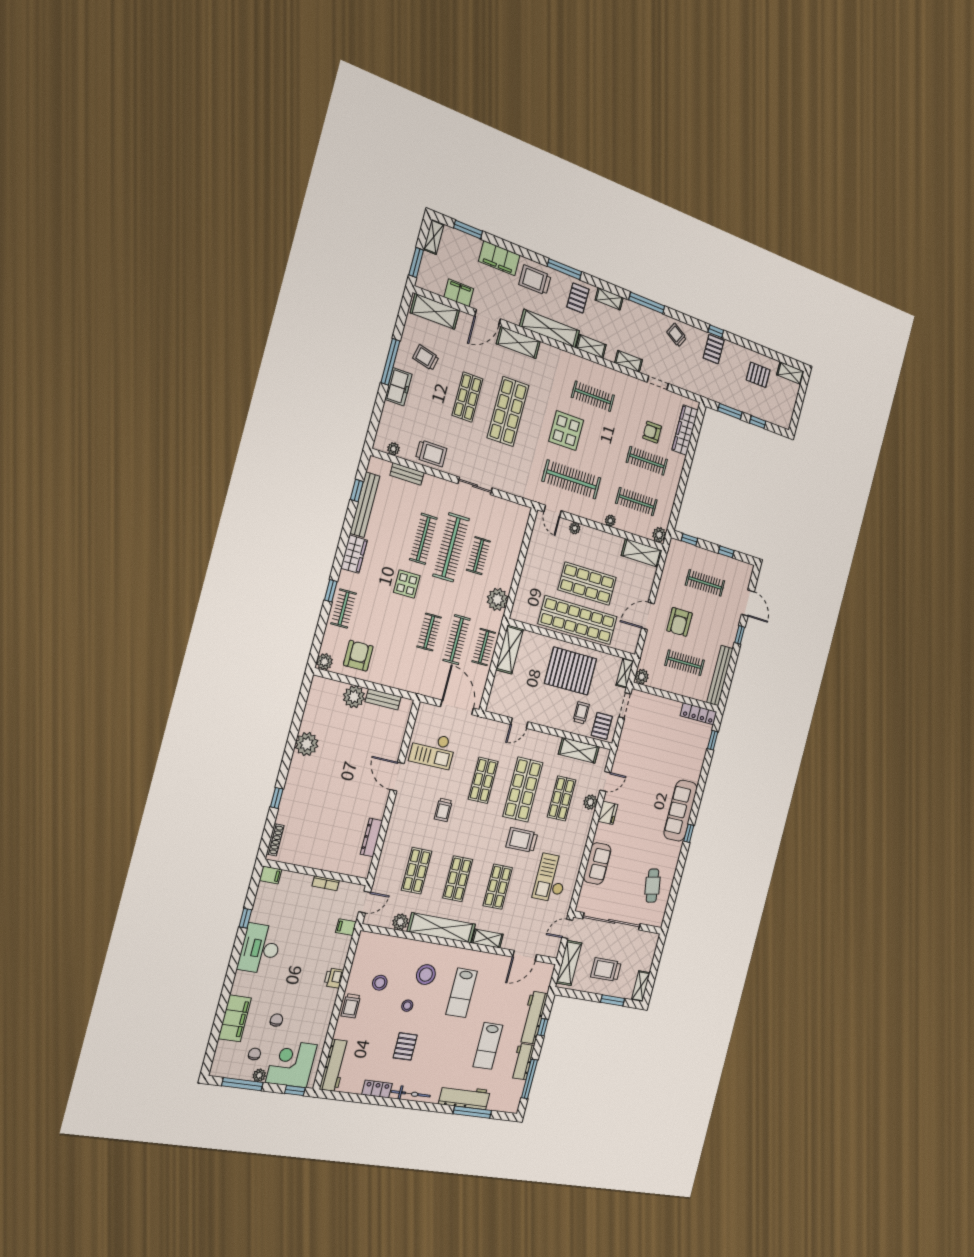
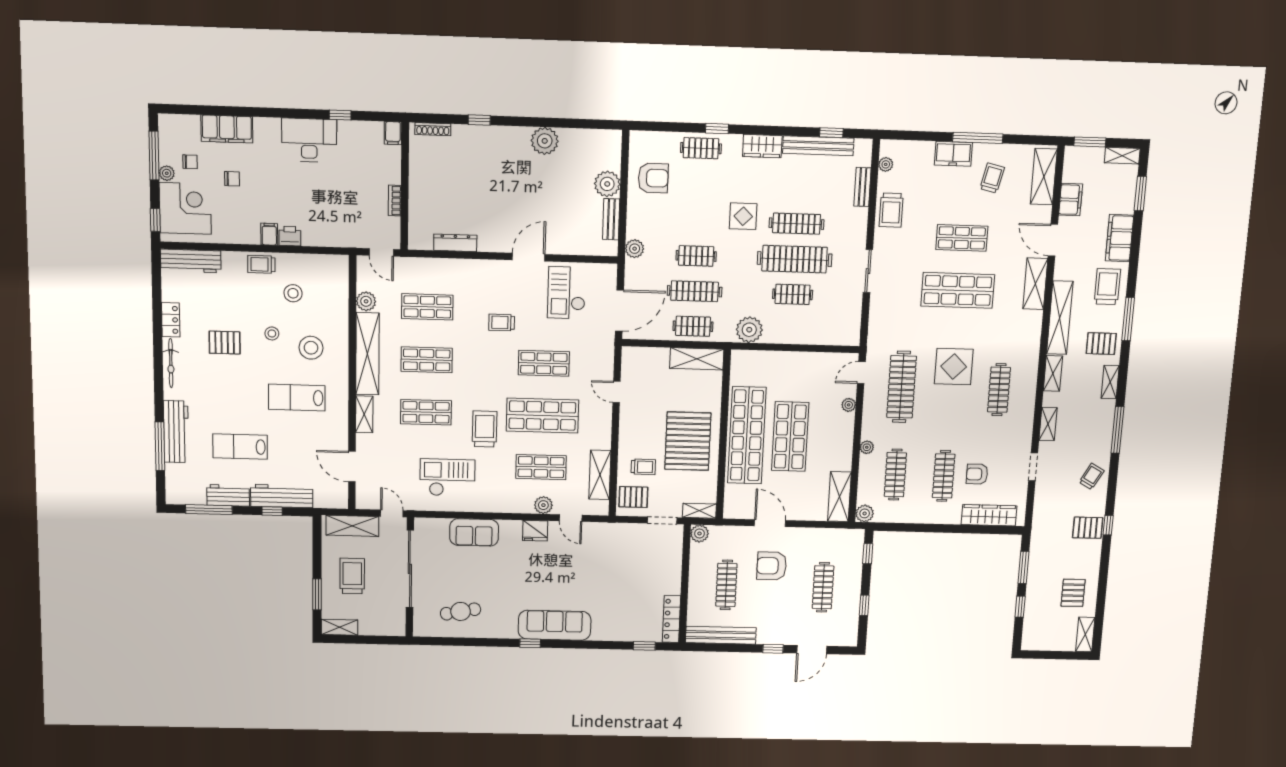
armchair: (652, 432) -> (977, 474), turned -90
plant: (325, 662) -> (635, 249), moved
filing cabinet: (346, 927) -> (269, 234), moved

